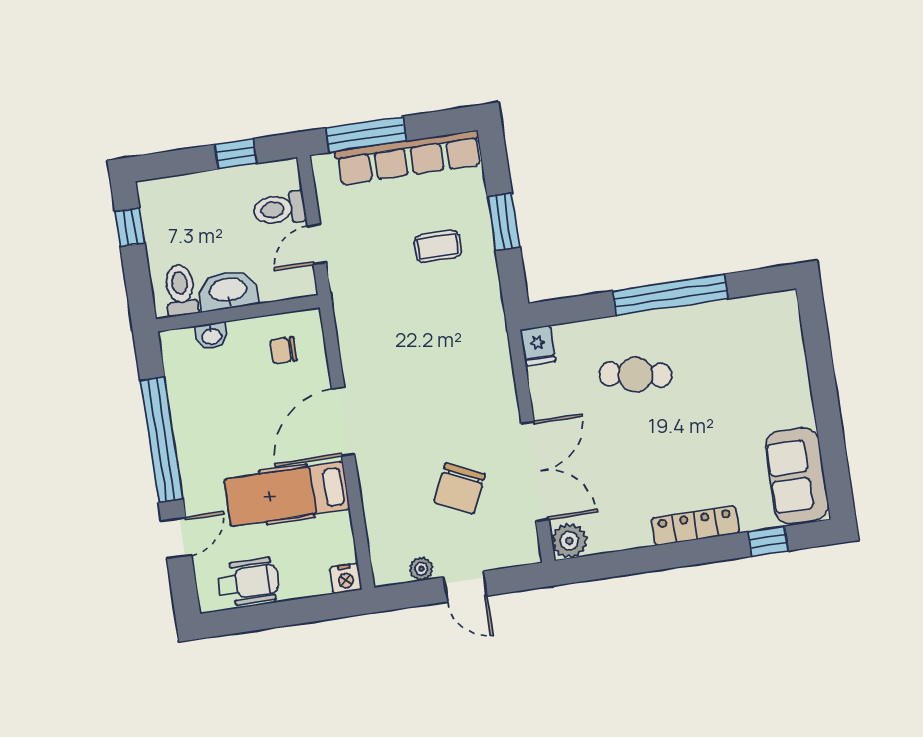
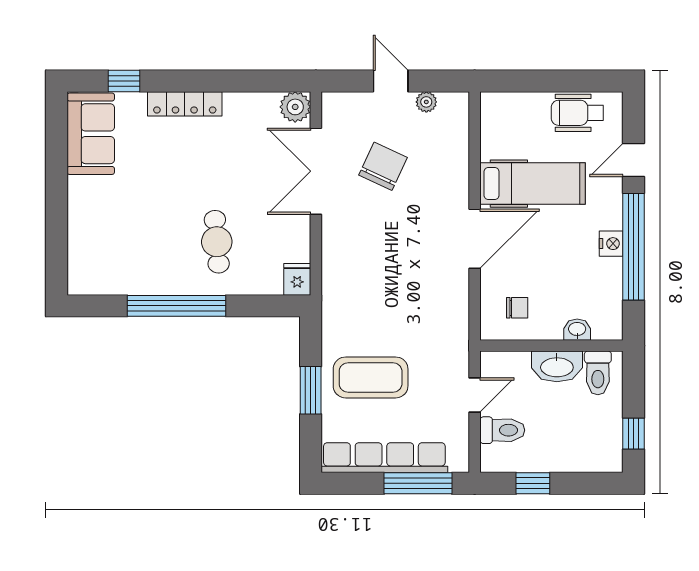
coffee table: (438, 246) -> (371, 377), width x1.86, depth x1.72
cafe table: (635, 374) -> (217, 242), turned 75
nightstand: (346, 578) -> (611, 244), moved, turned 90

